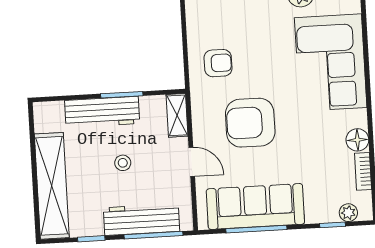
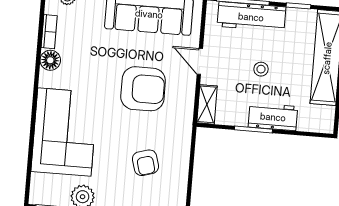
armchair: (218, 63) -> (145, 163), moved, turned -106
workbench: (102, 112) -> (273, 117), width x0.73

